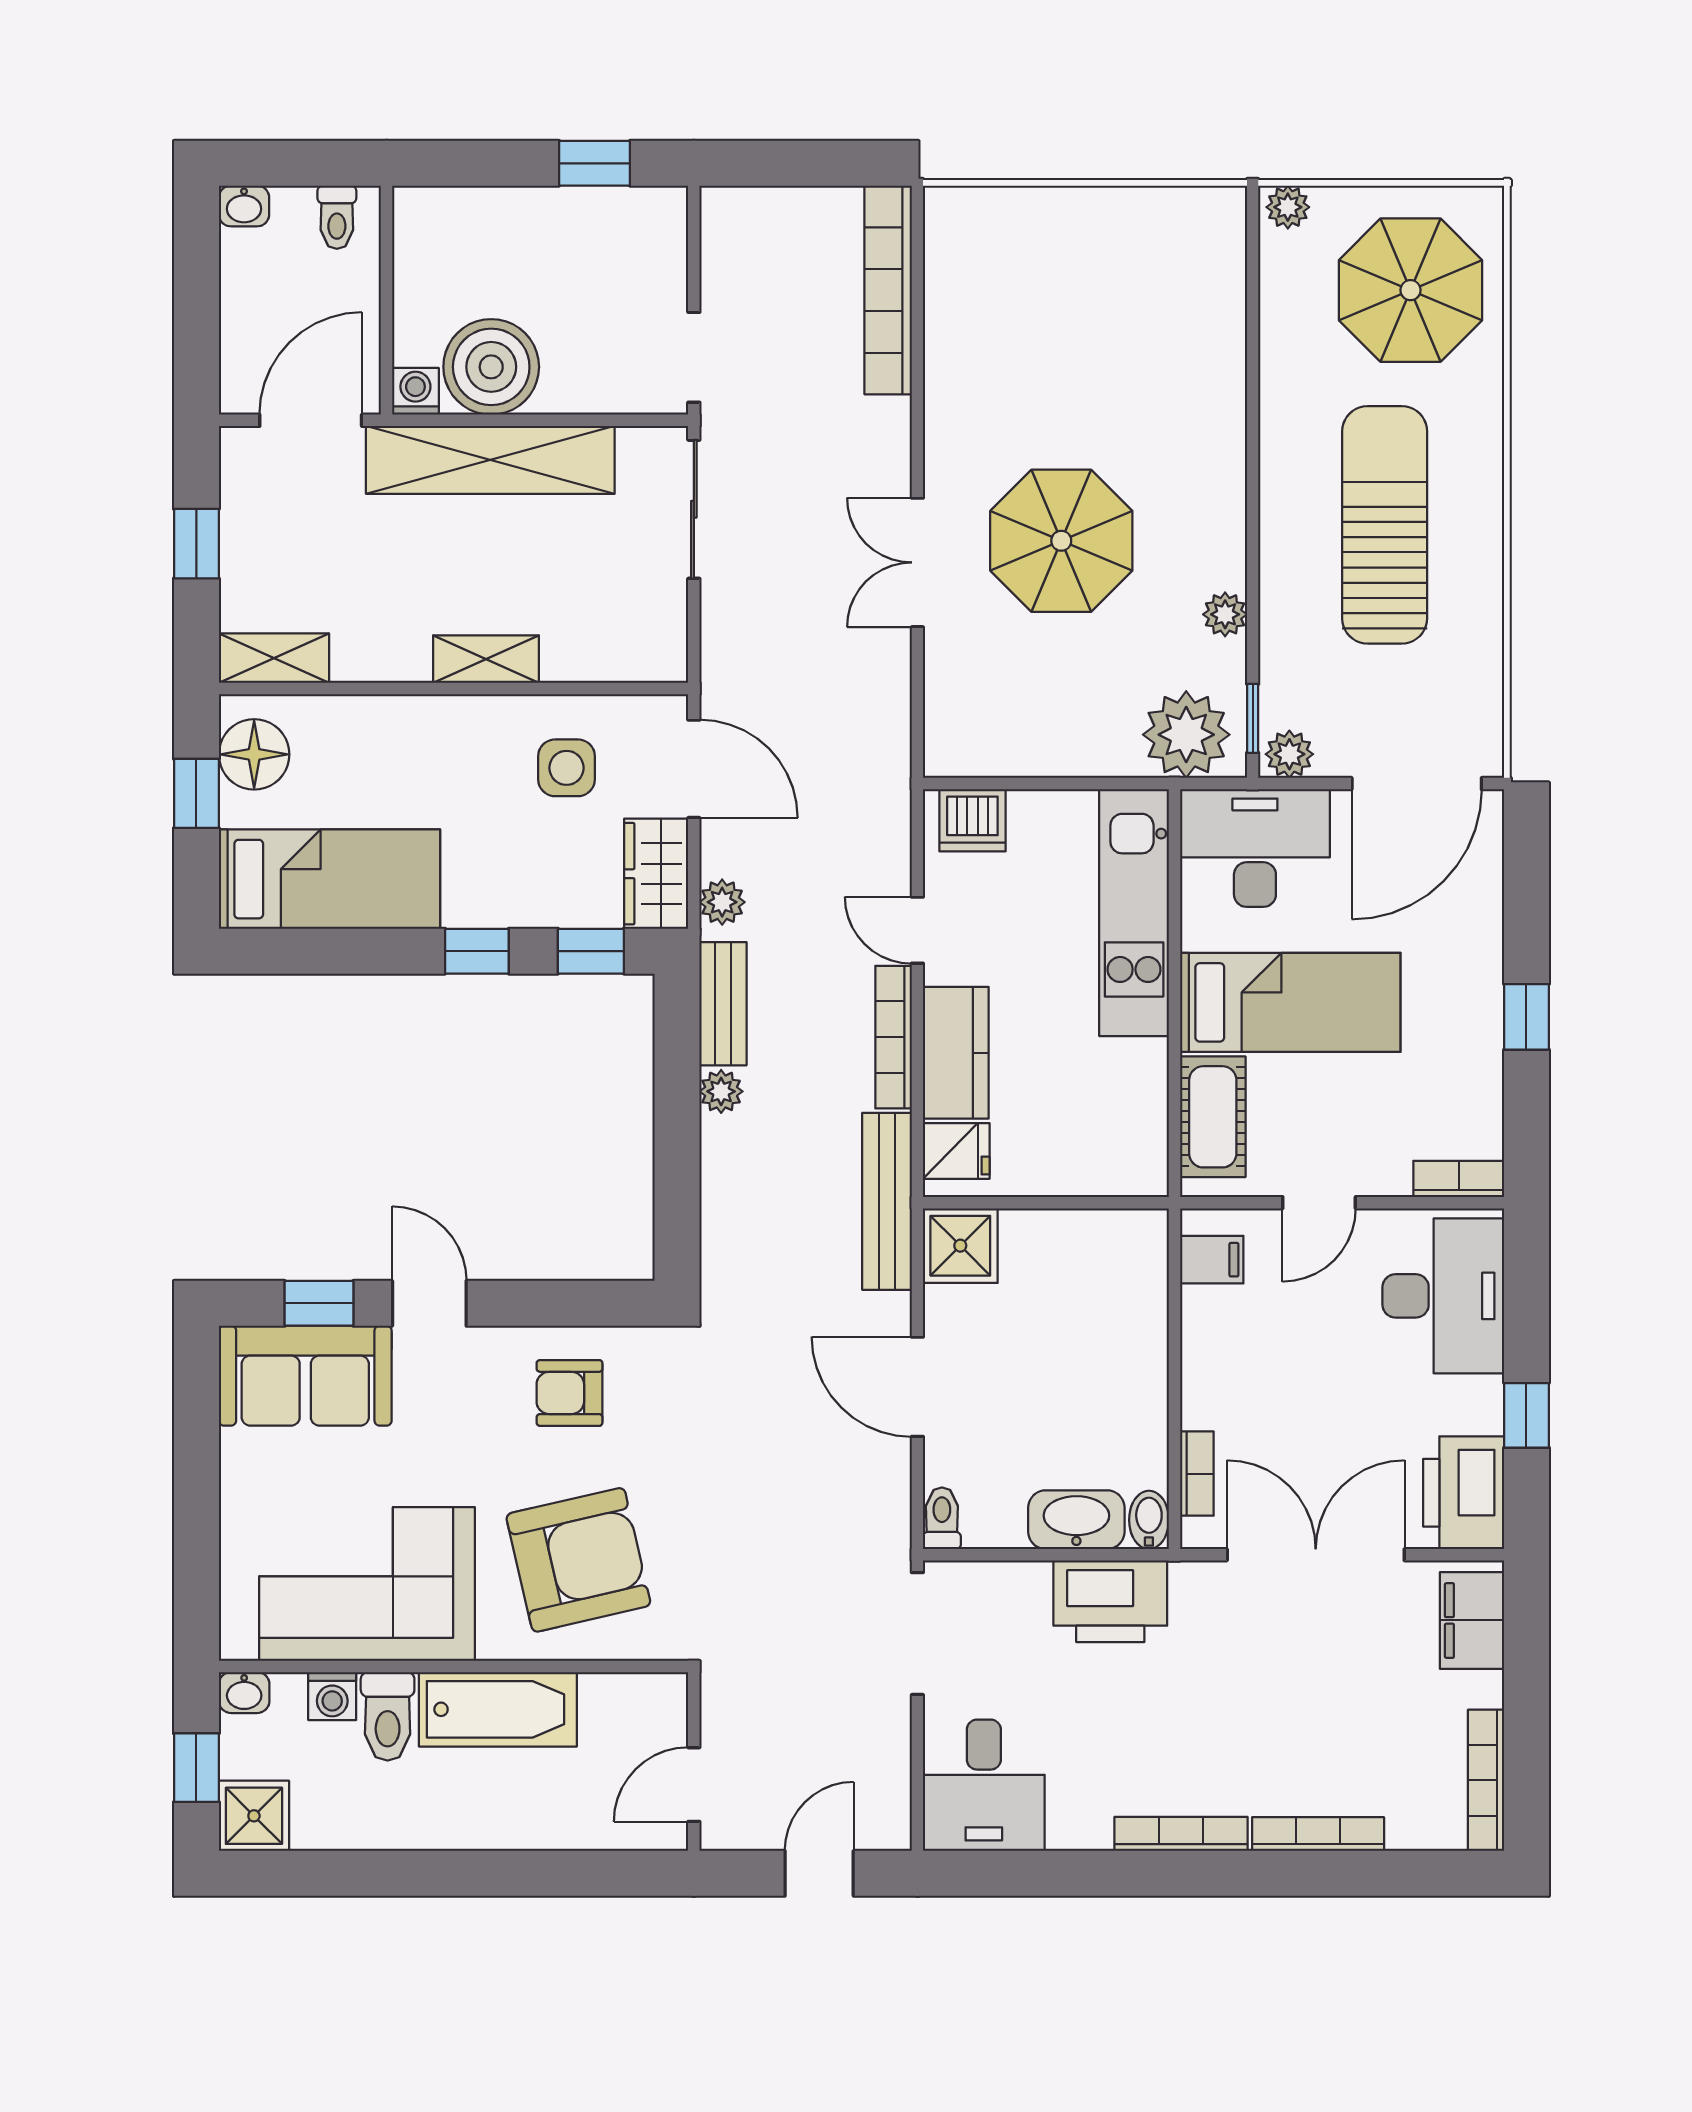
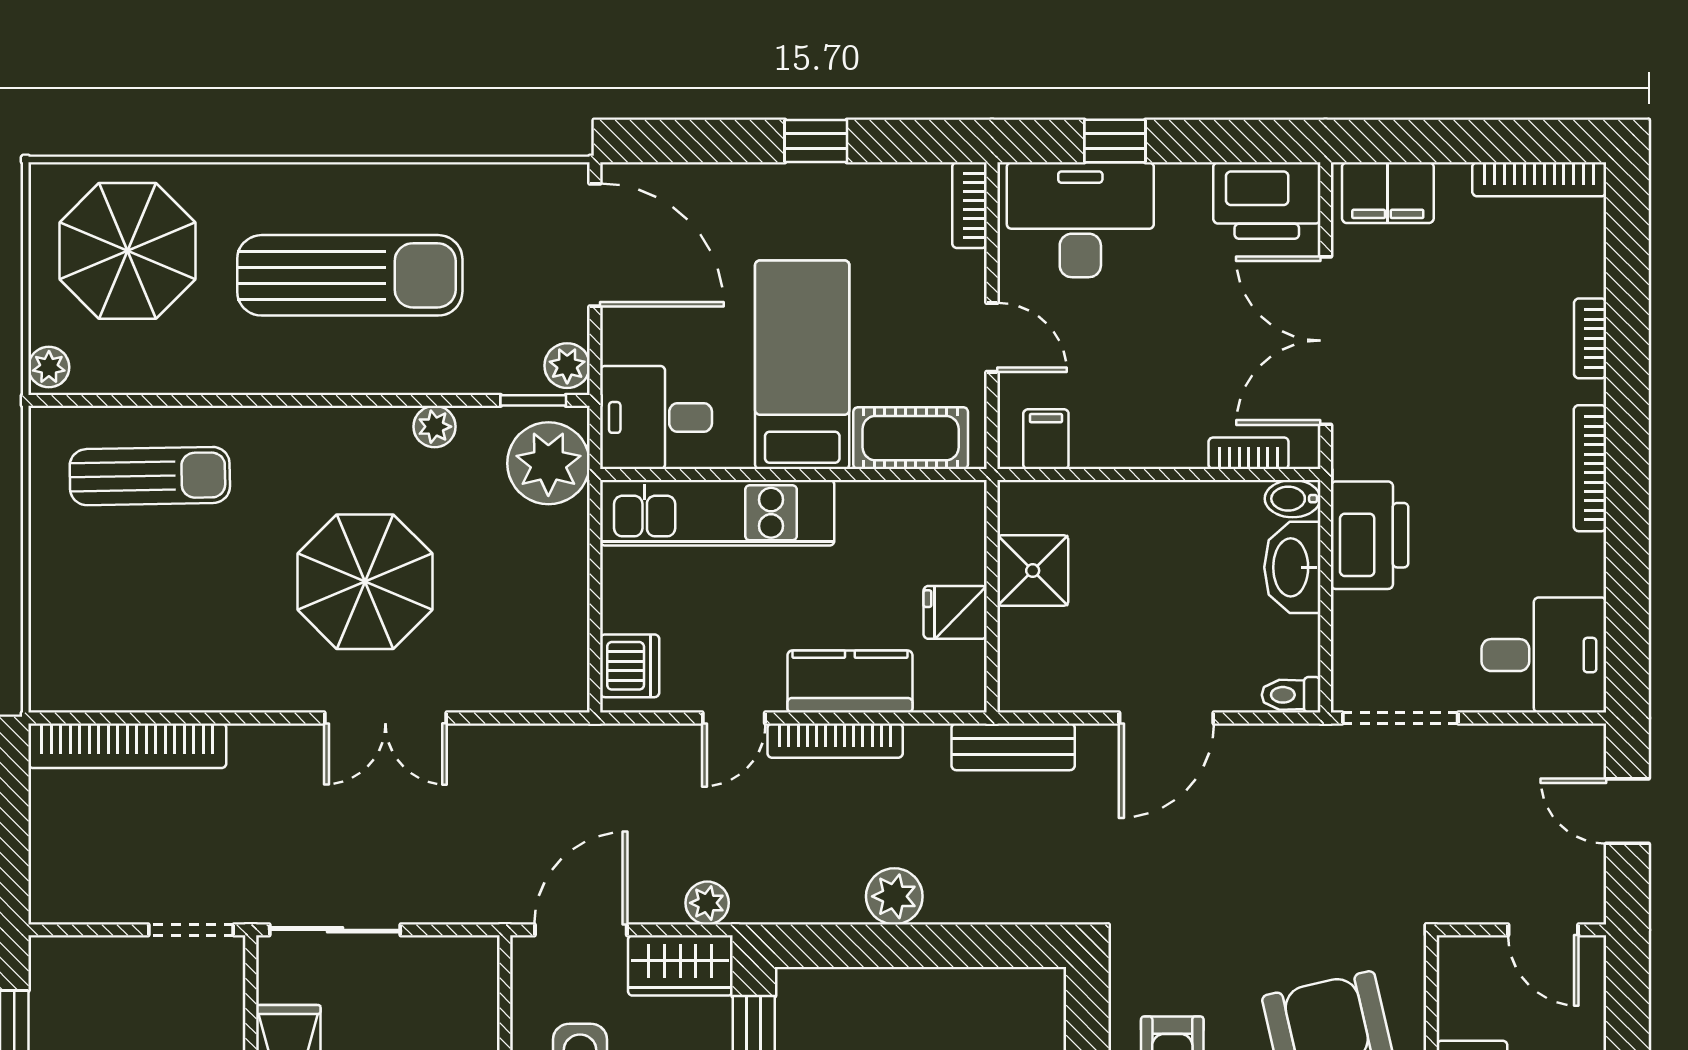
sun lounger: (1173, 314) -> (150, 476), added
sun lounger: (1385, 525) -> (350, 275), turned 180
desk: (1255, 848) -> (656, 417), width x0.73
bench: (723, 1004) -> (803, 902), removed
plant: (721, 1091) -> (894, 896), width x1.38, depth x1.38
fridge: (956, 1151) -> (955, 612), moved, turned -90
bench: (887, 1201) -> (1013, 747), width x0.73
shower: (960, 1246) -> (1033, 571), moved
window: (1526, 1415) -> (1115, 141), moved
bookcase: (1318, 1834) -> (1590, 338), width x0.64

